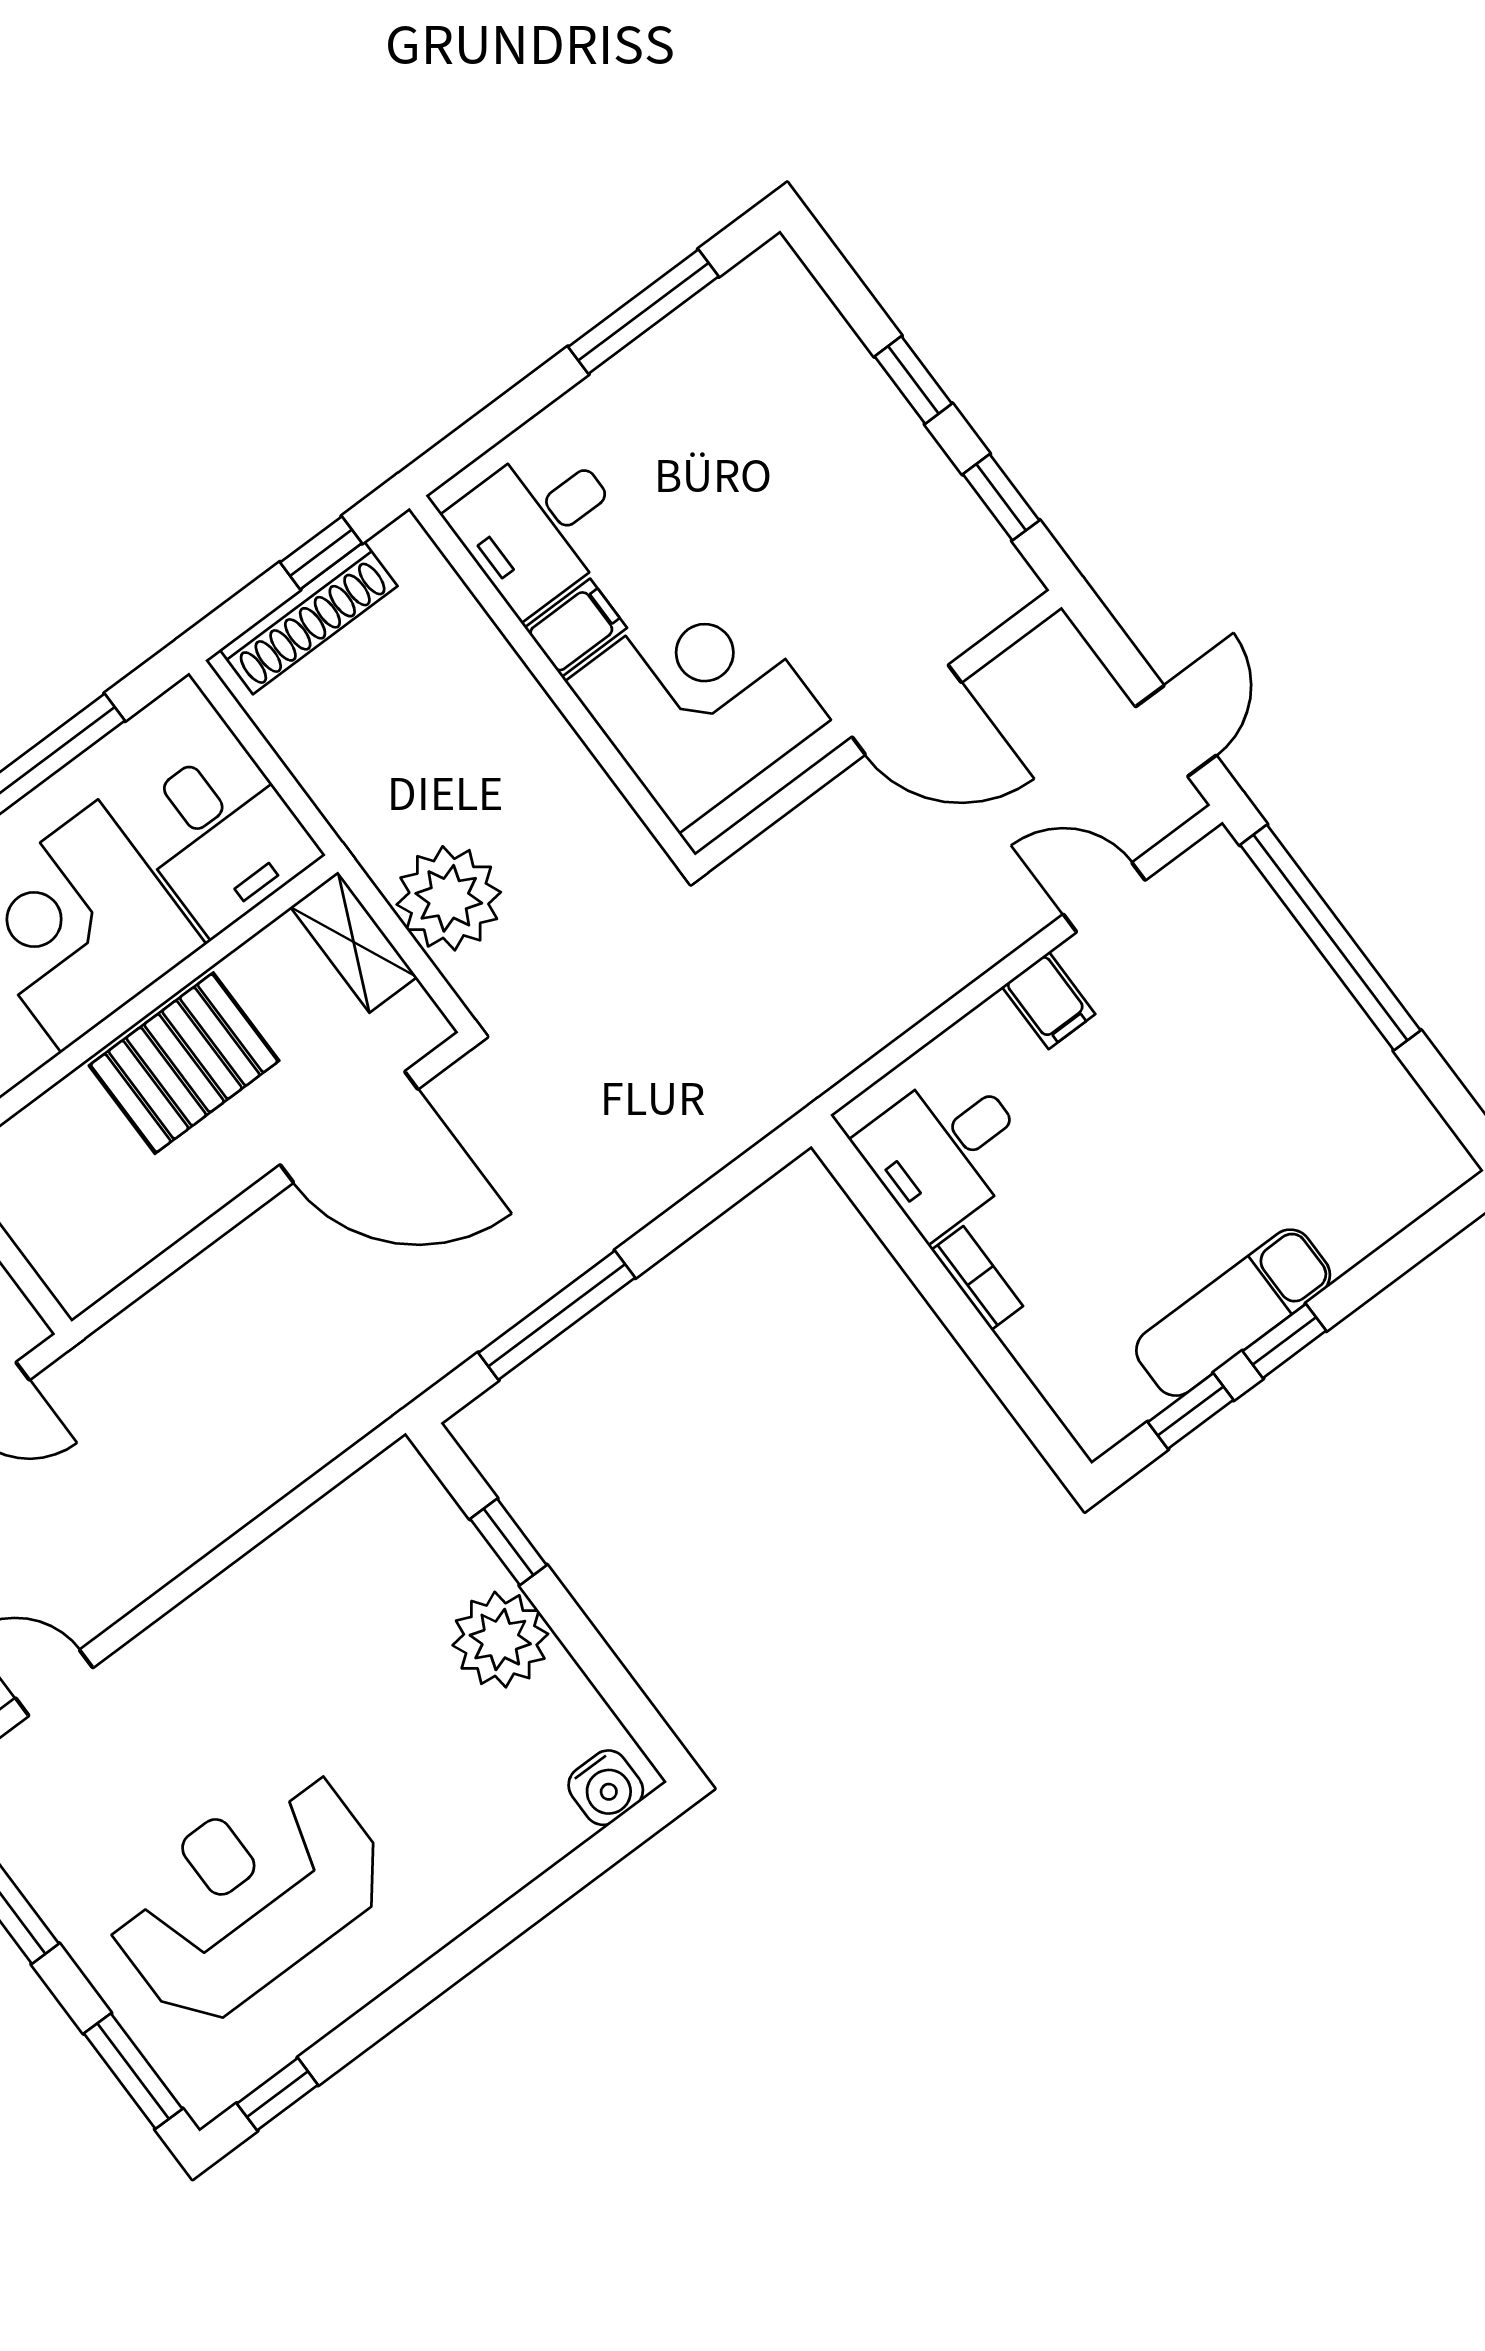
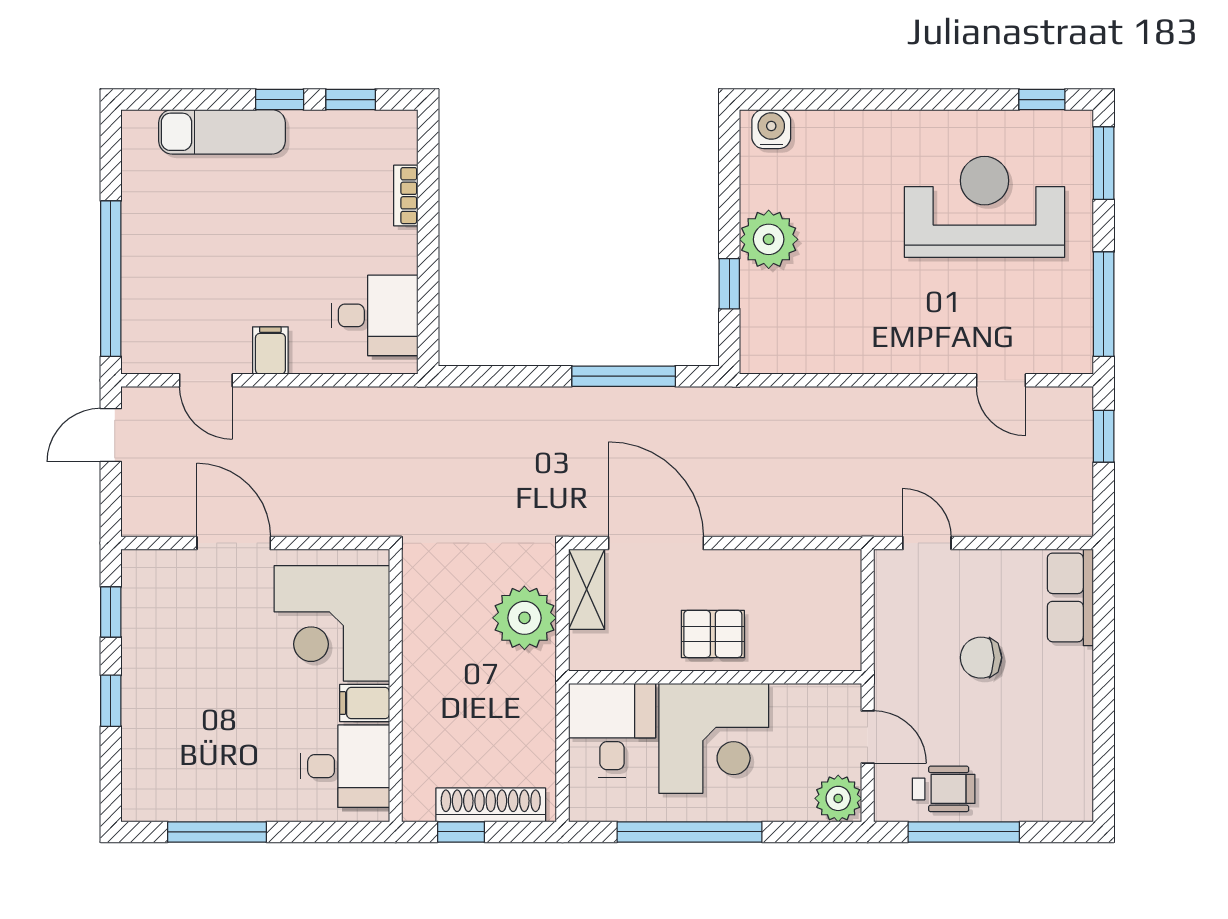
shelving: (354, 942) -> (587, 589), moved
pallet: (184, 1063) -> (713, 634), width x0.67, depth x0.71
bookcase: (977, 1278) -> (406, 196), moved
exam couch: (1233, 1313) -> (222, 132), moved
reception desk: (247, 1896) -> (984, 207), turned 180

